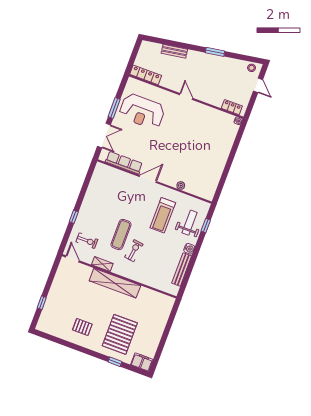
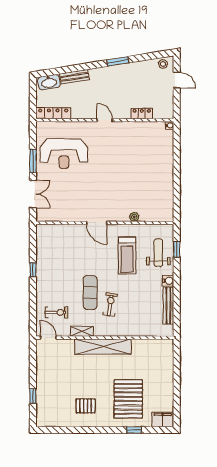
washbasin: (152, 48) -> (49, 82), added
locker: (232, 107) -> (142, 114), moved
row of seats: (124, 163) -> (65, 215), removed
door: (148, 179) -> (97, 223), swing flipped
window: (74, 217) -> (33, 270), moved

